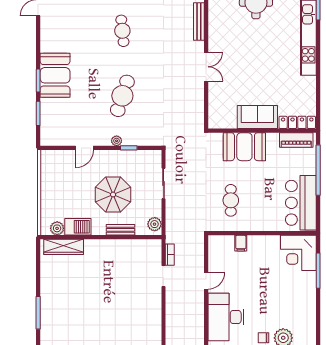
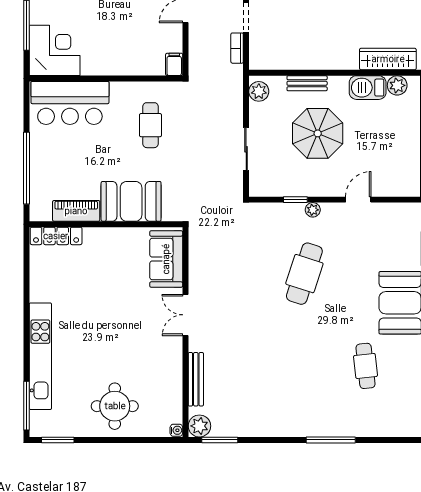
cafe table: (122, 31) -> (366, 366), moved
sofa: (257, 117) -> (166, 259), moved, turned 90
piano: (296, 140) -> (76, 211), moved
bar counter: (301, 203) -> (70, 103), moved, turned 90
filing cabinet: (241, 243) -> (174, 64), moved

